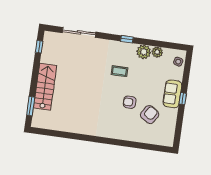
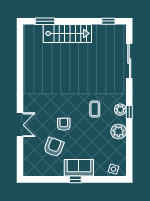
plant: (157, 52) -> (120, 110), moved
armchair: (150, 115) -> (54, 147), turned -103
double door: (124, 143) -> (20, 125), added

